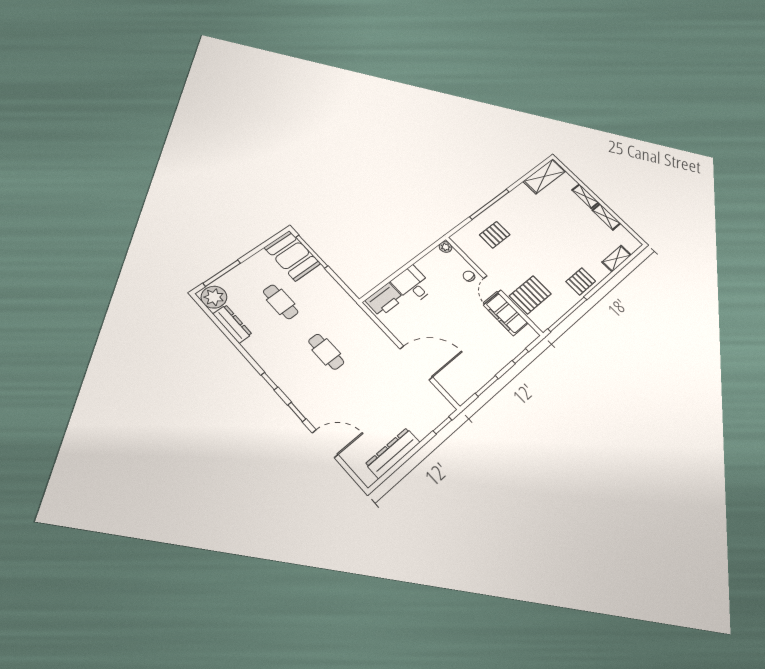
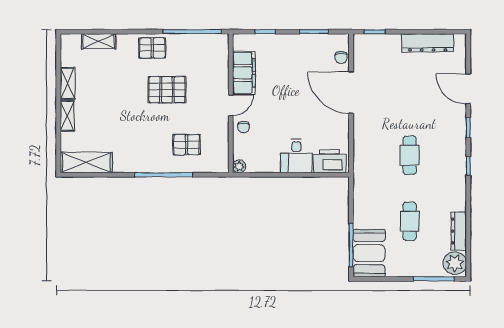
pallet: (530, 295) -> (167, 90), moved
chair: (449, 383) -> (341, 57), added

